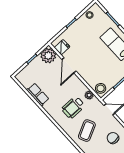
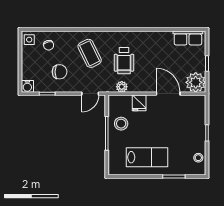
fridge: (62, 47) -> (139, 103), moved
stool: (101, 88) -> (121, 124), moved
row of seats: (38, 95) -> (188, 38), moved
wheelchair: (73, 107) -> (124, 61), turned 180

